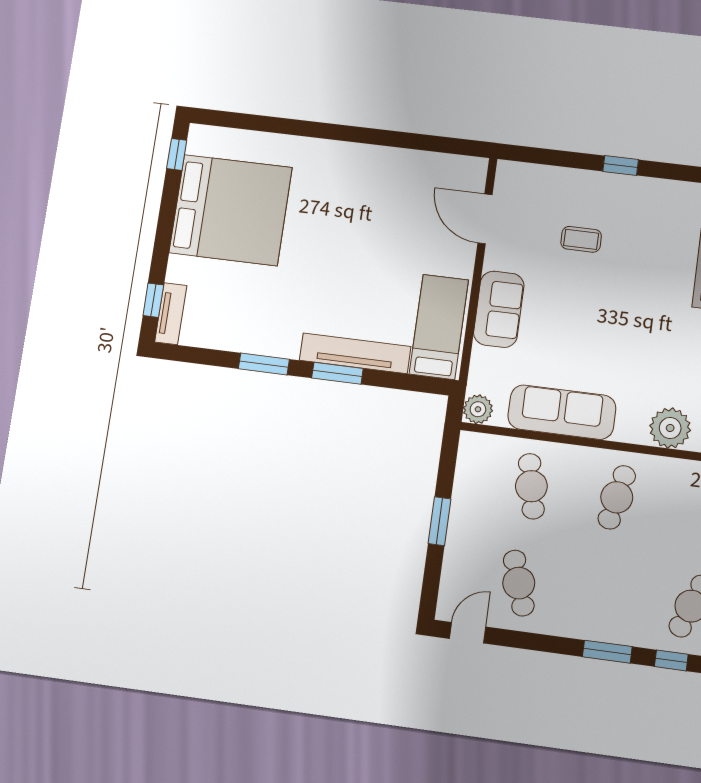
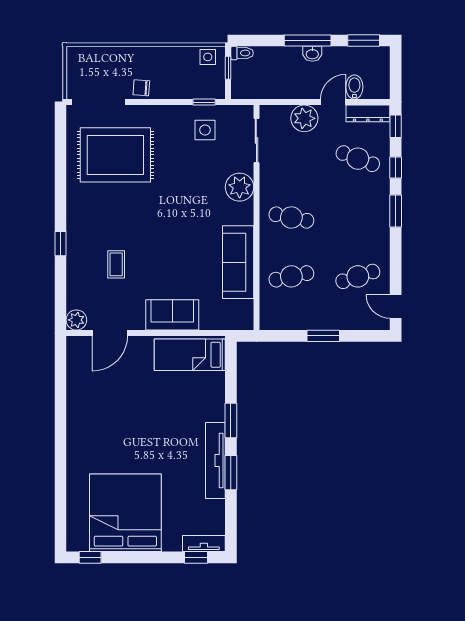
tv unit: (355, 353) -> (215, 460), moved
plant: (478, 409) -> (76, 320), moved

